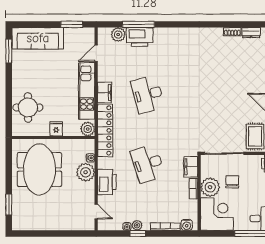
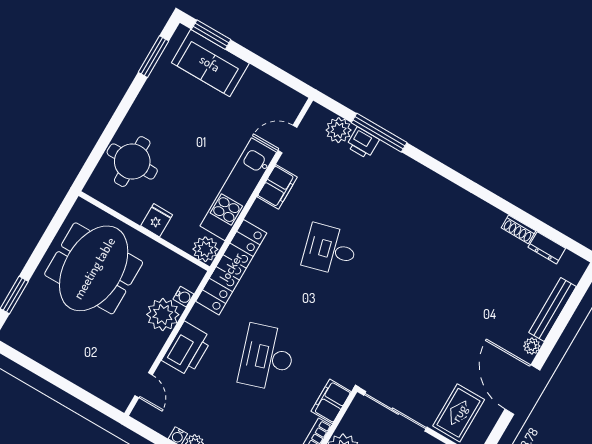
window: (72, 24) -> (211, 35), moved
printer: (140, 37) -> (363, 143), width x0.53, depth x0.68
sofa: (38, 38) -> (210, 63), width x0.73
filing cabinet: (105, 93) -> (277, 187), moved
desk: (148, 94) -> (330, 250), width x0.73

